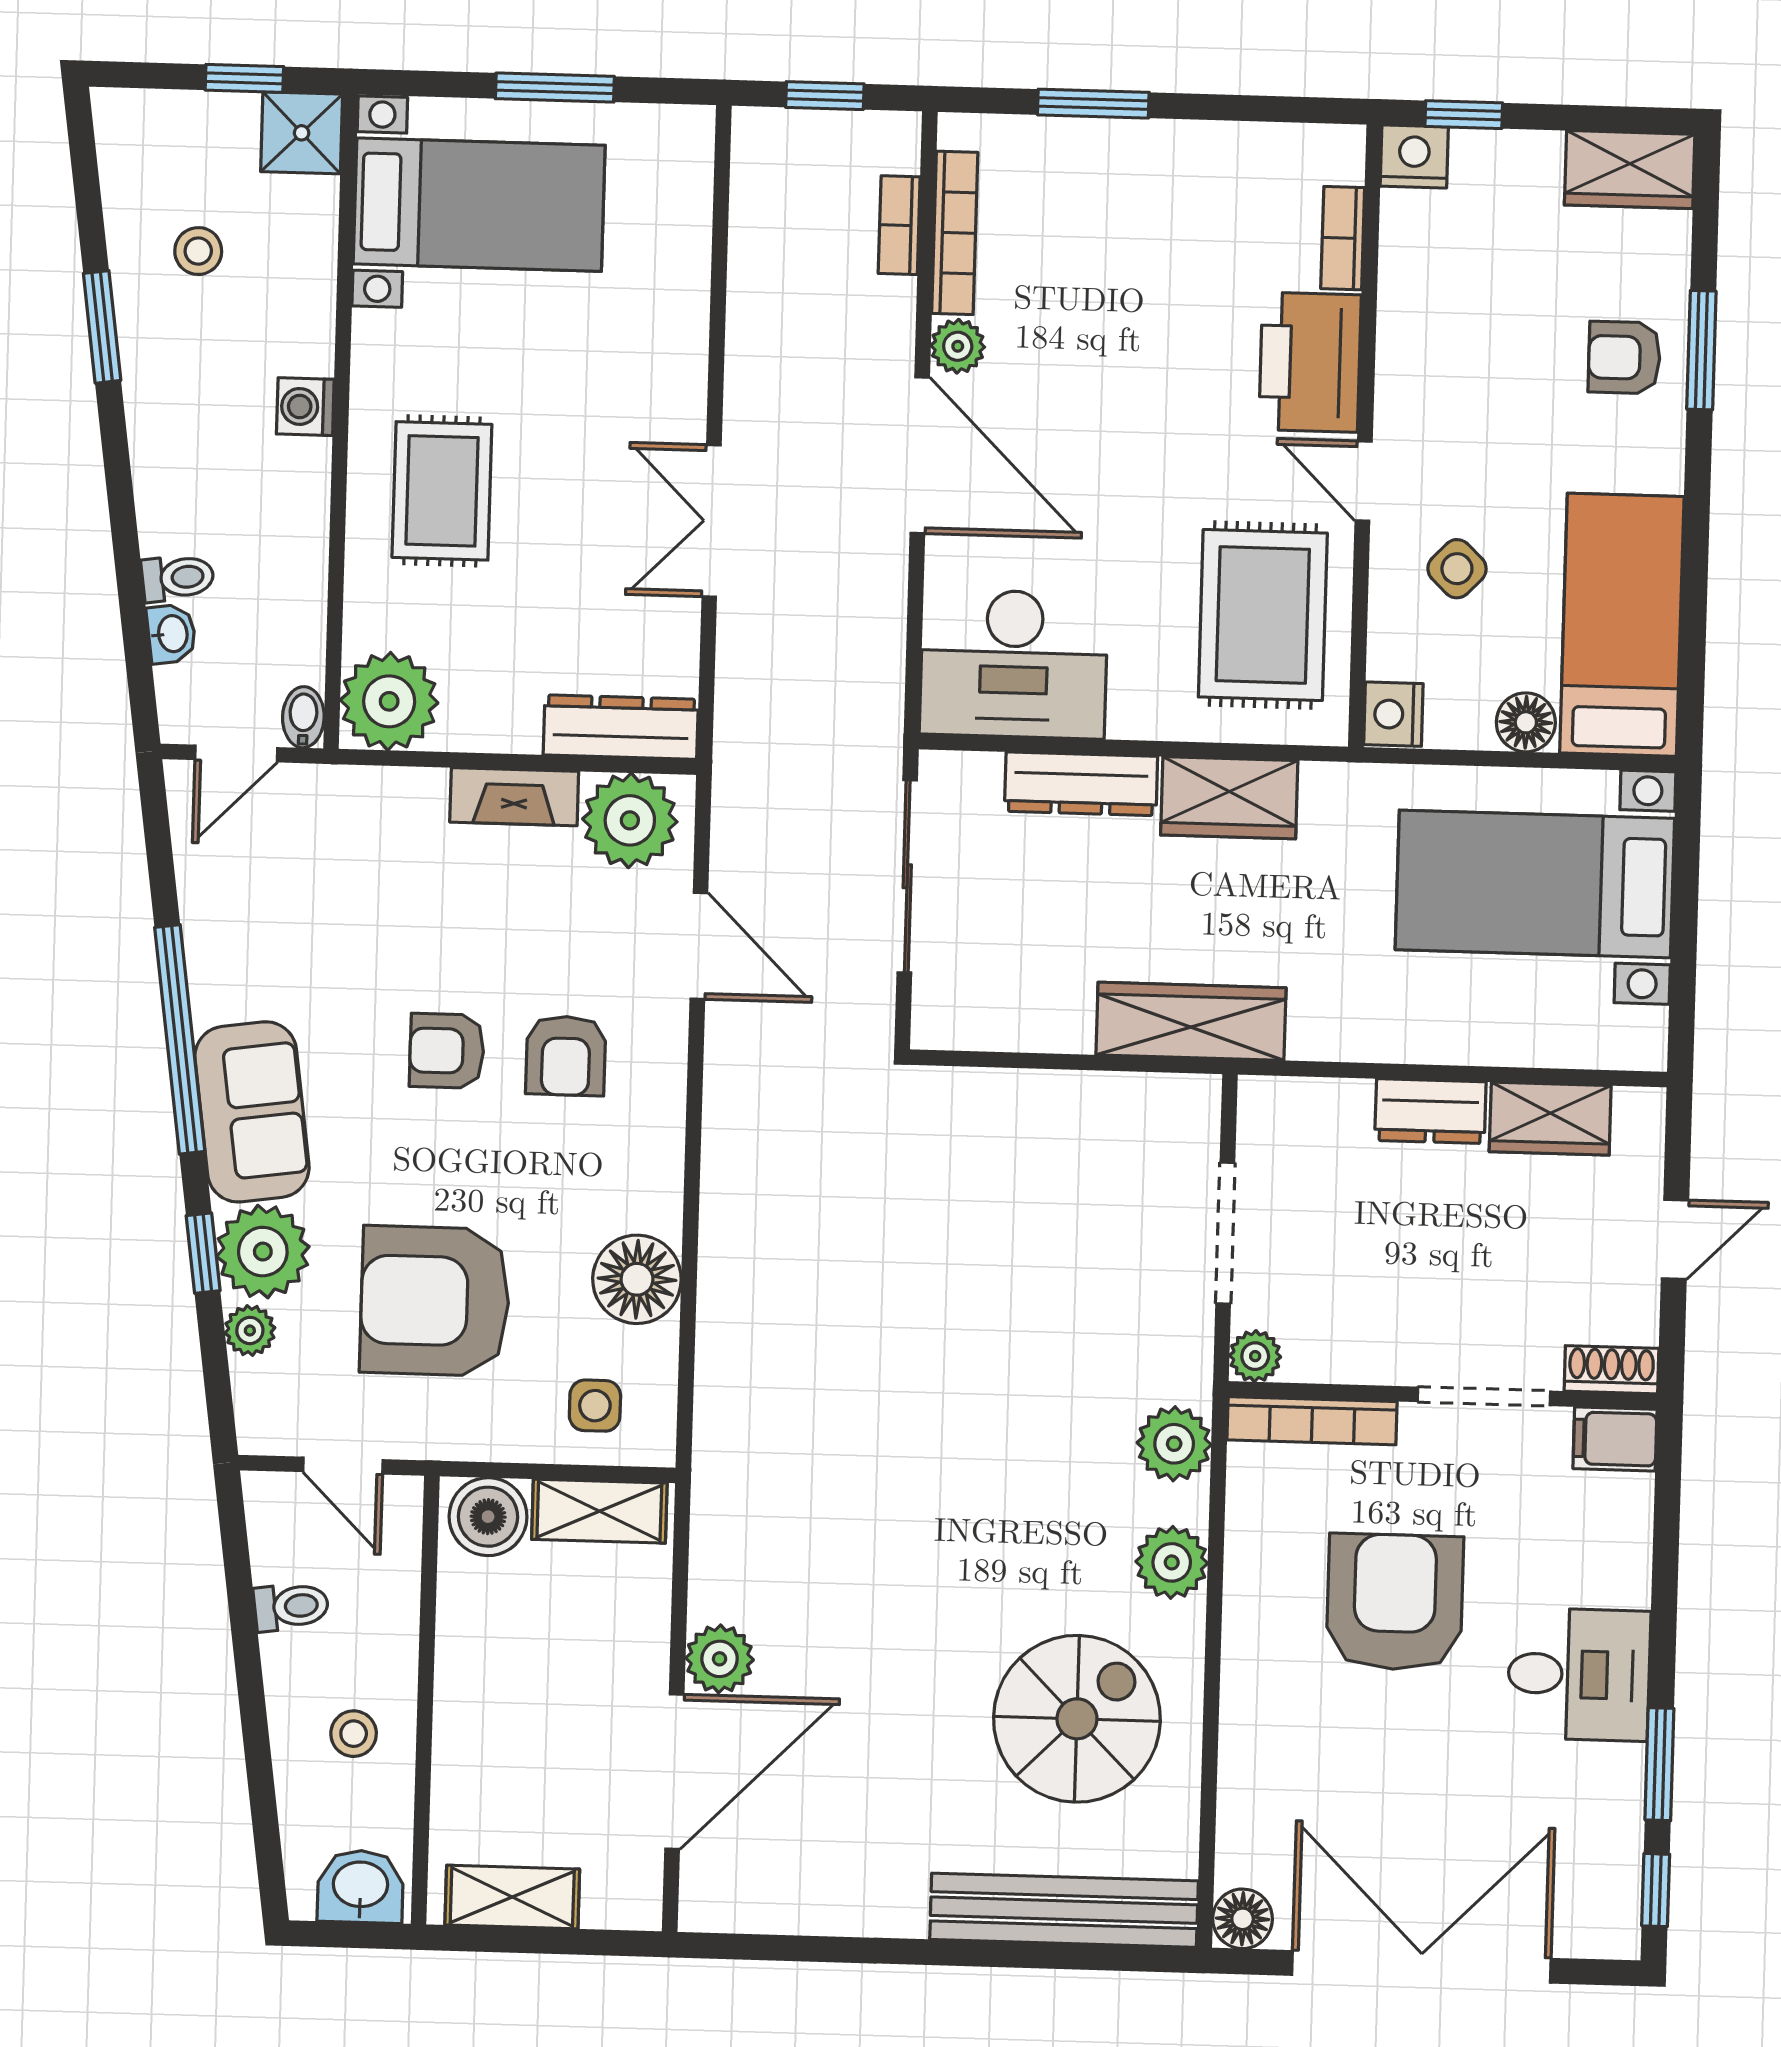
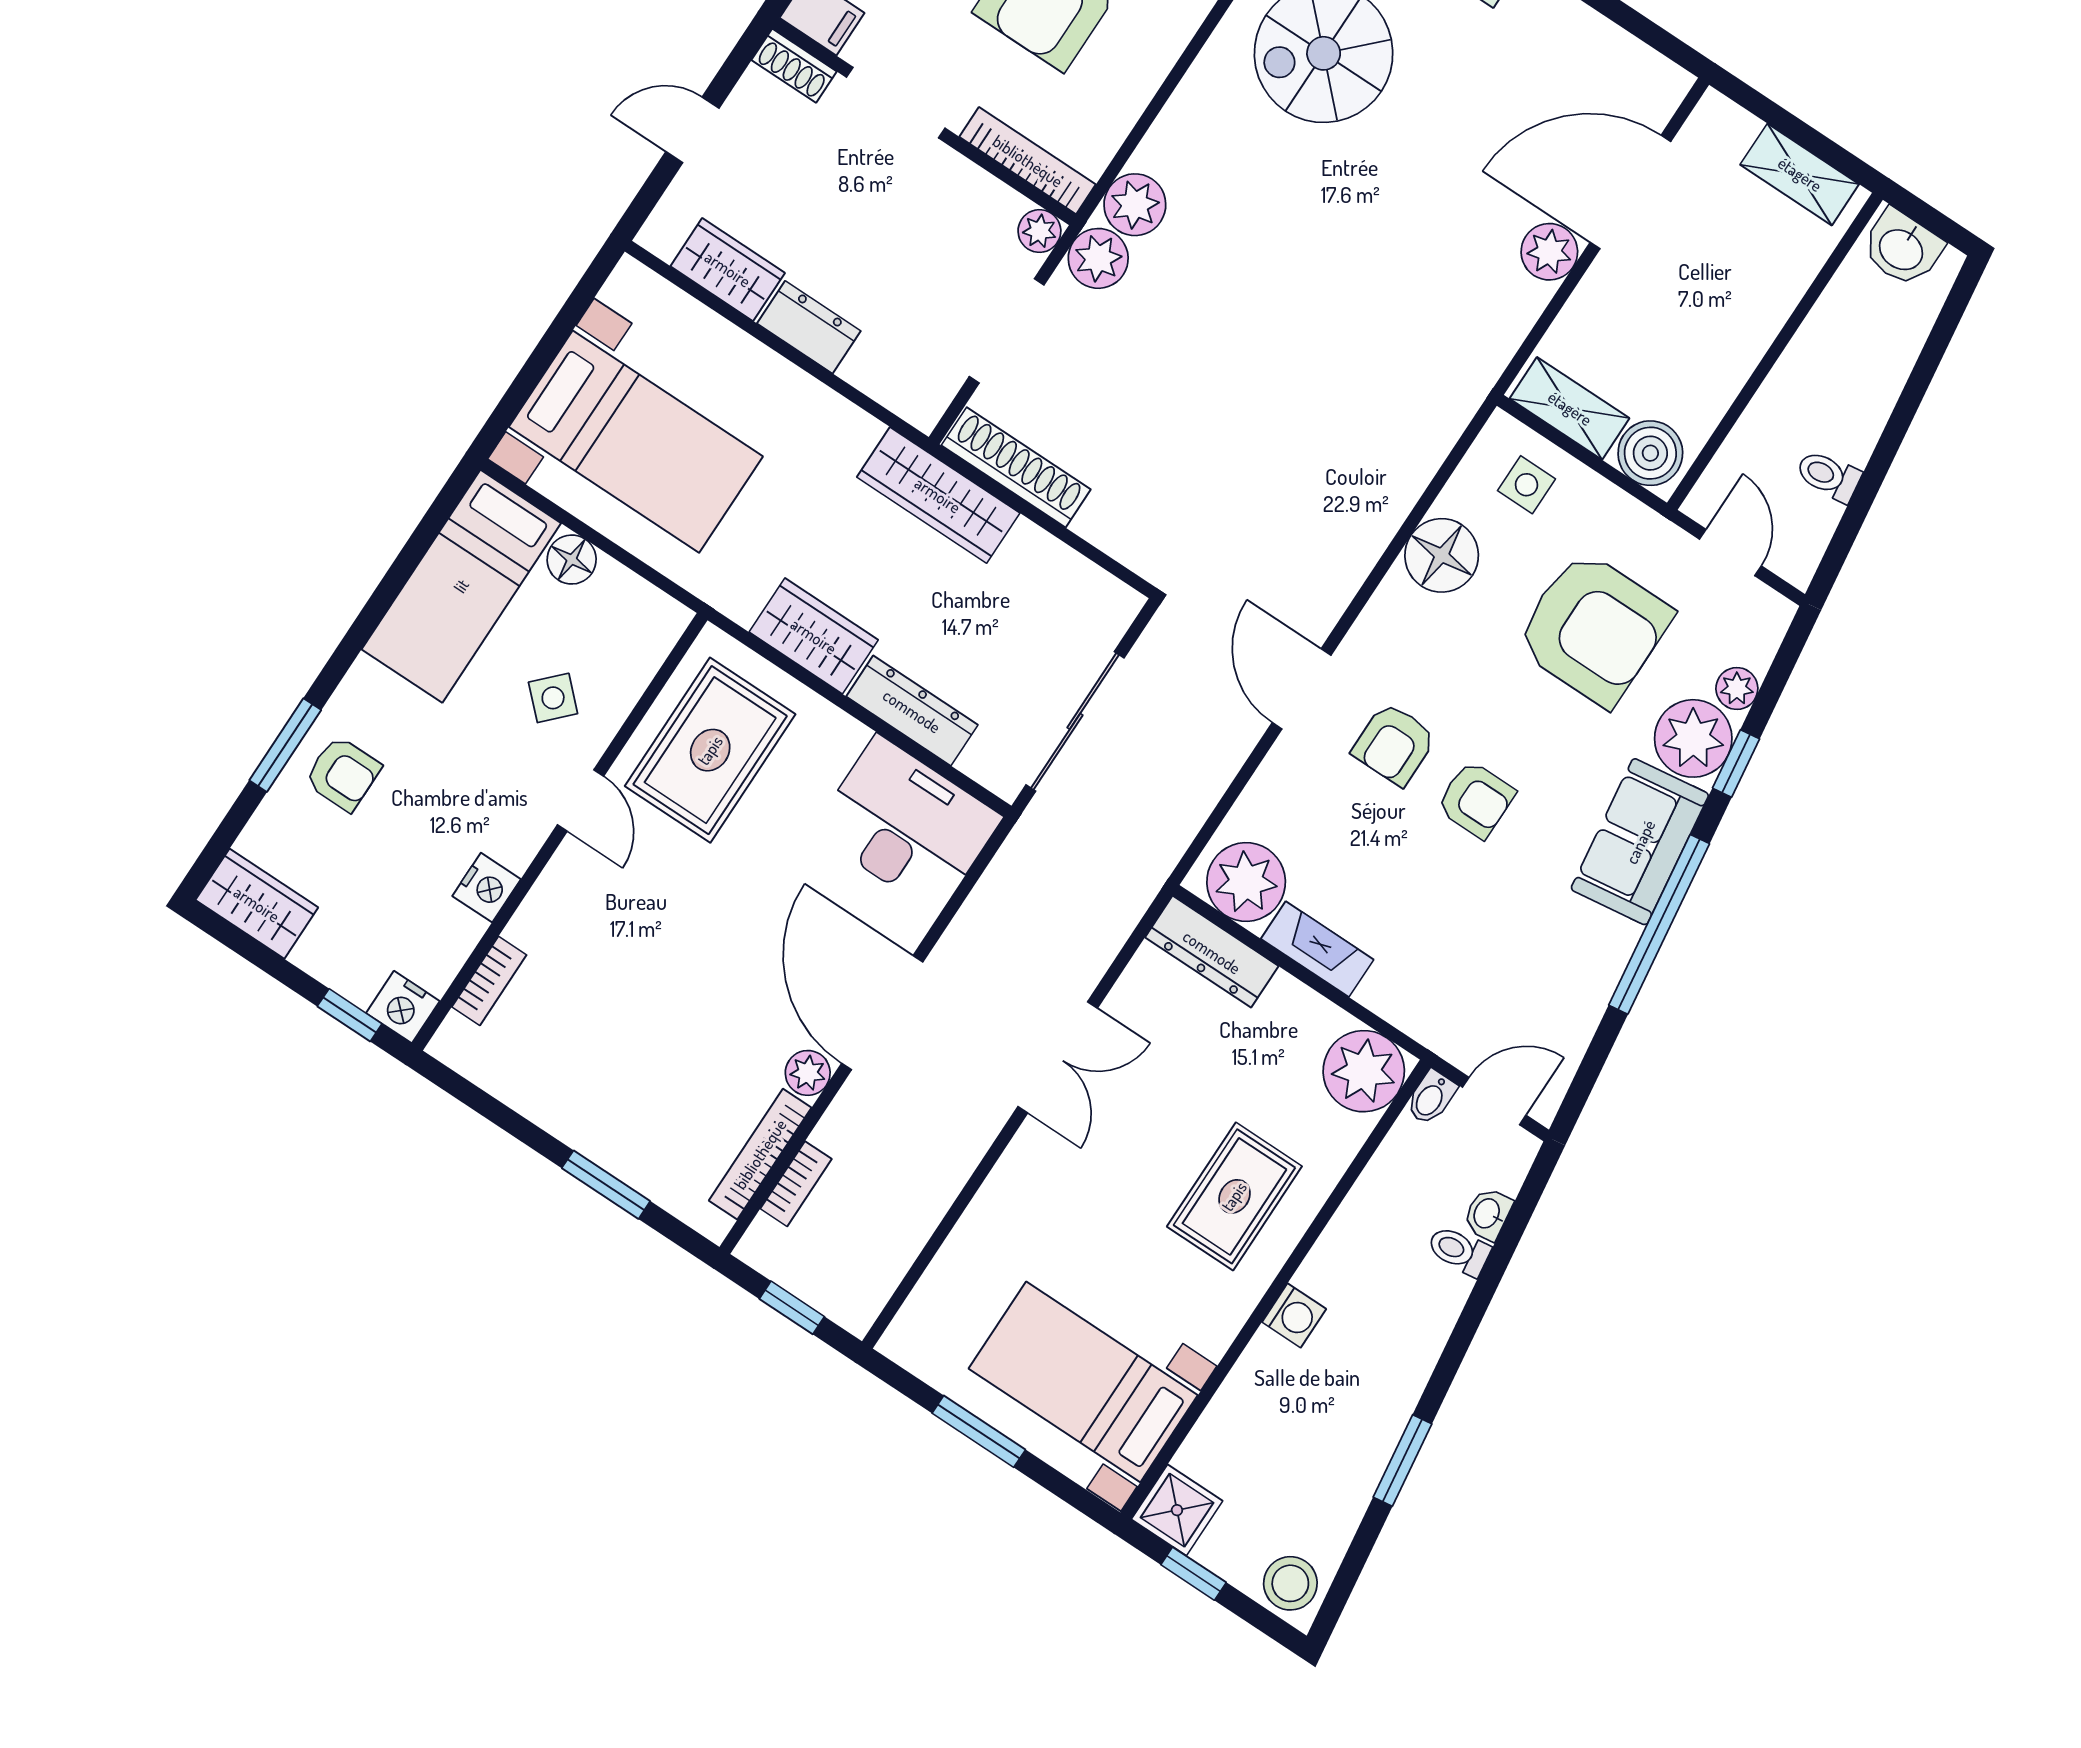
stool: (198, 251) -> (1290, 1583), moved, width x1.37, depth x1.37
printer: (1310, 362) -> (566, 908), removed
nightstand: (1393, 714) -> (486, 888), moved
door: (699, 946) -> (1302, 689), moved
armchair: (566, 1056) -> (1394, 744), turned 180
shoe rack: (1129, 1099) -> (1016, 467), added
plant: (1172, 1562) -> (1098, 258), moved
stool: (354, 1734) -> (1840, 359), removed

